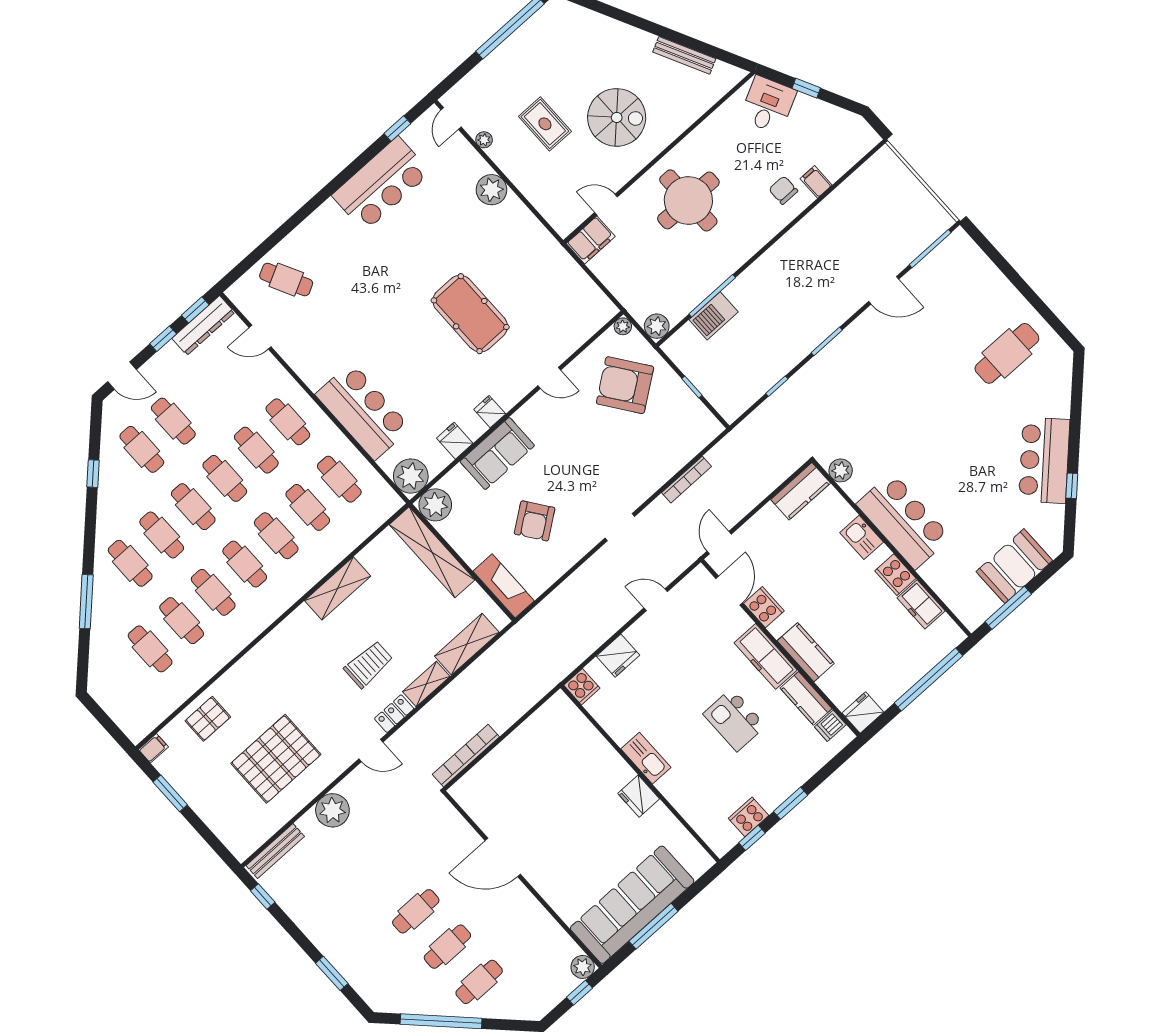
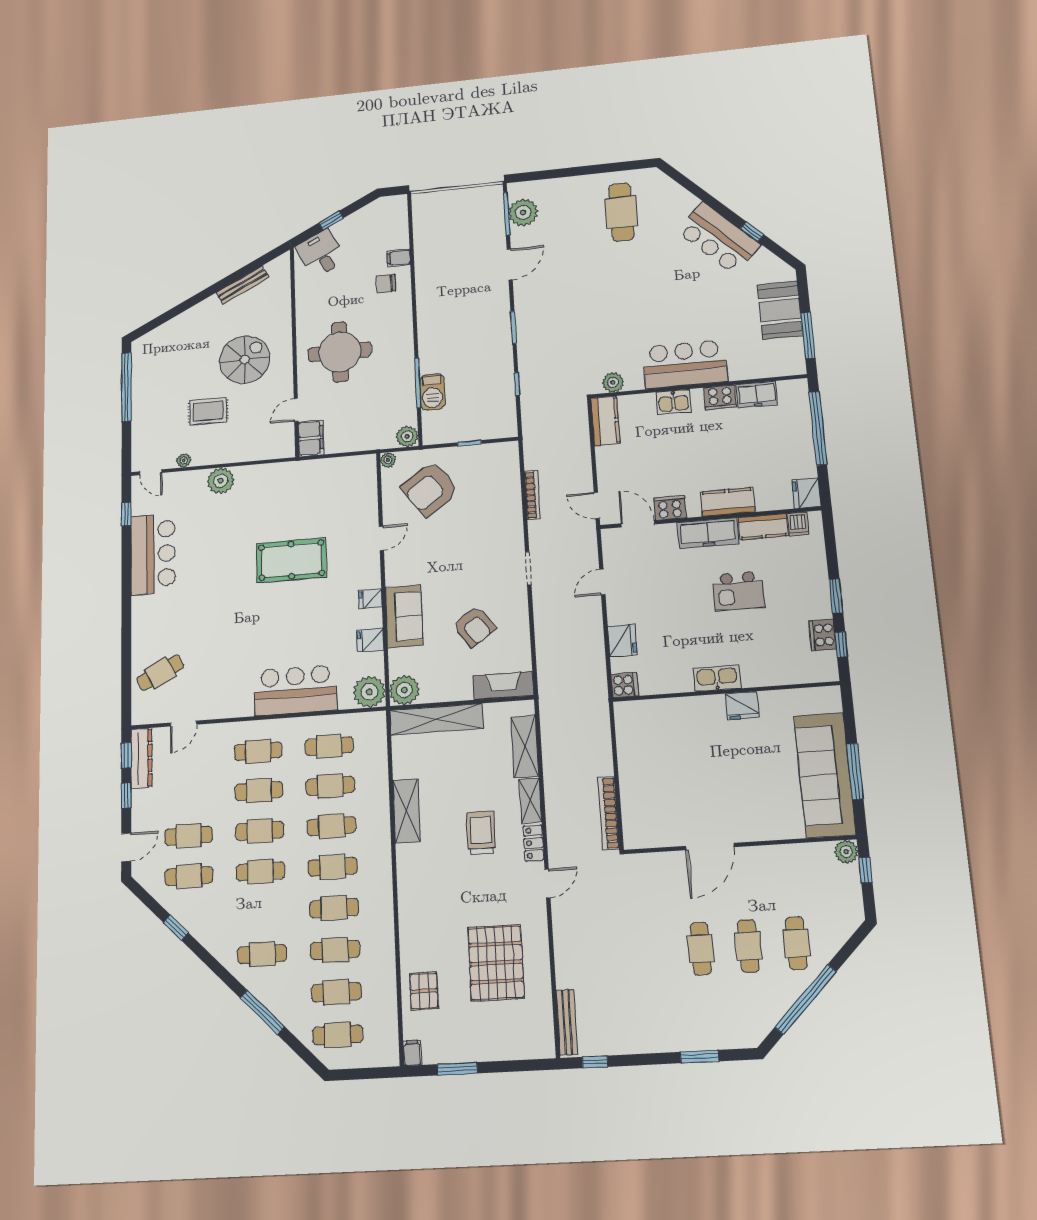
cafe table: (162, 535) -> (338, 1035), moved
plant: (332, 810) -> (523, 212), moved

